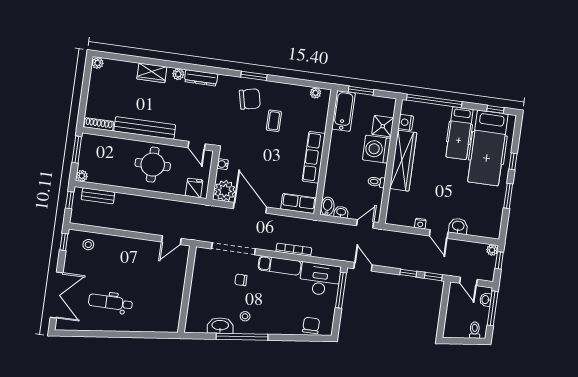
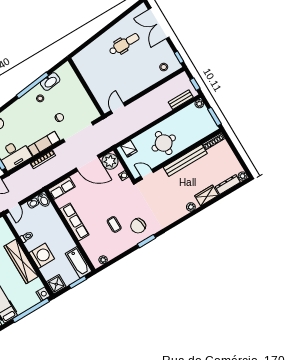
dresser: (201, 78) -> (228, 185), moved
nightstand: (406, 122) -> (43, 294), moved
shower: (383, 126) -> (56, 284), moved

